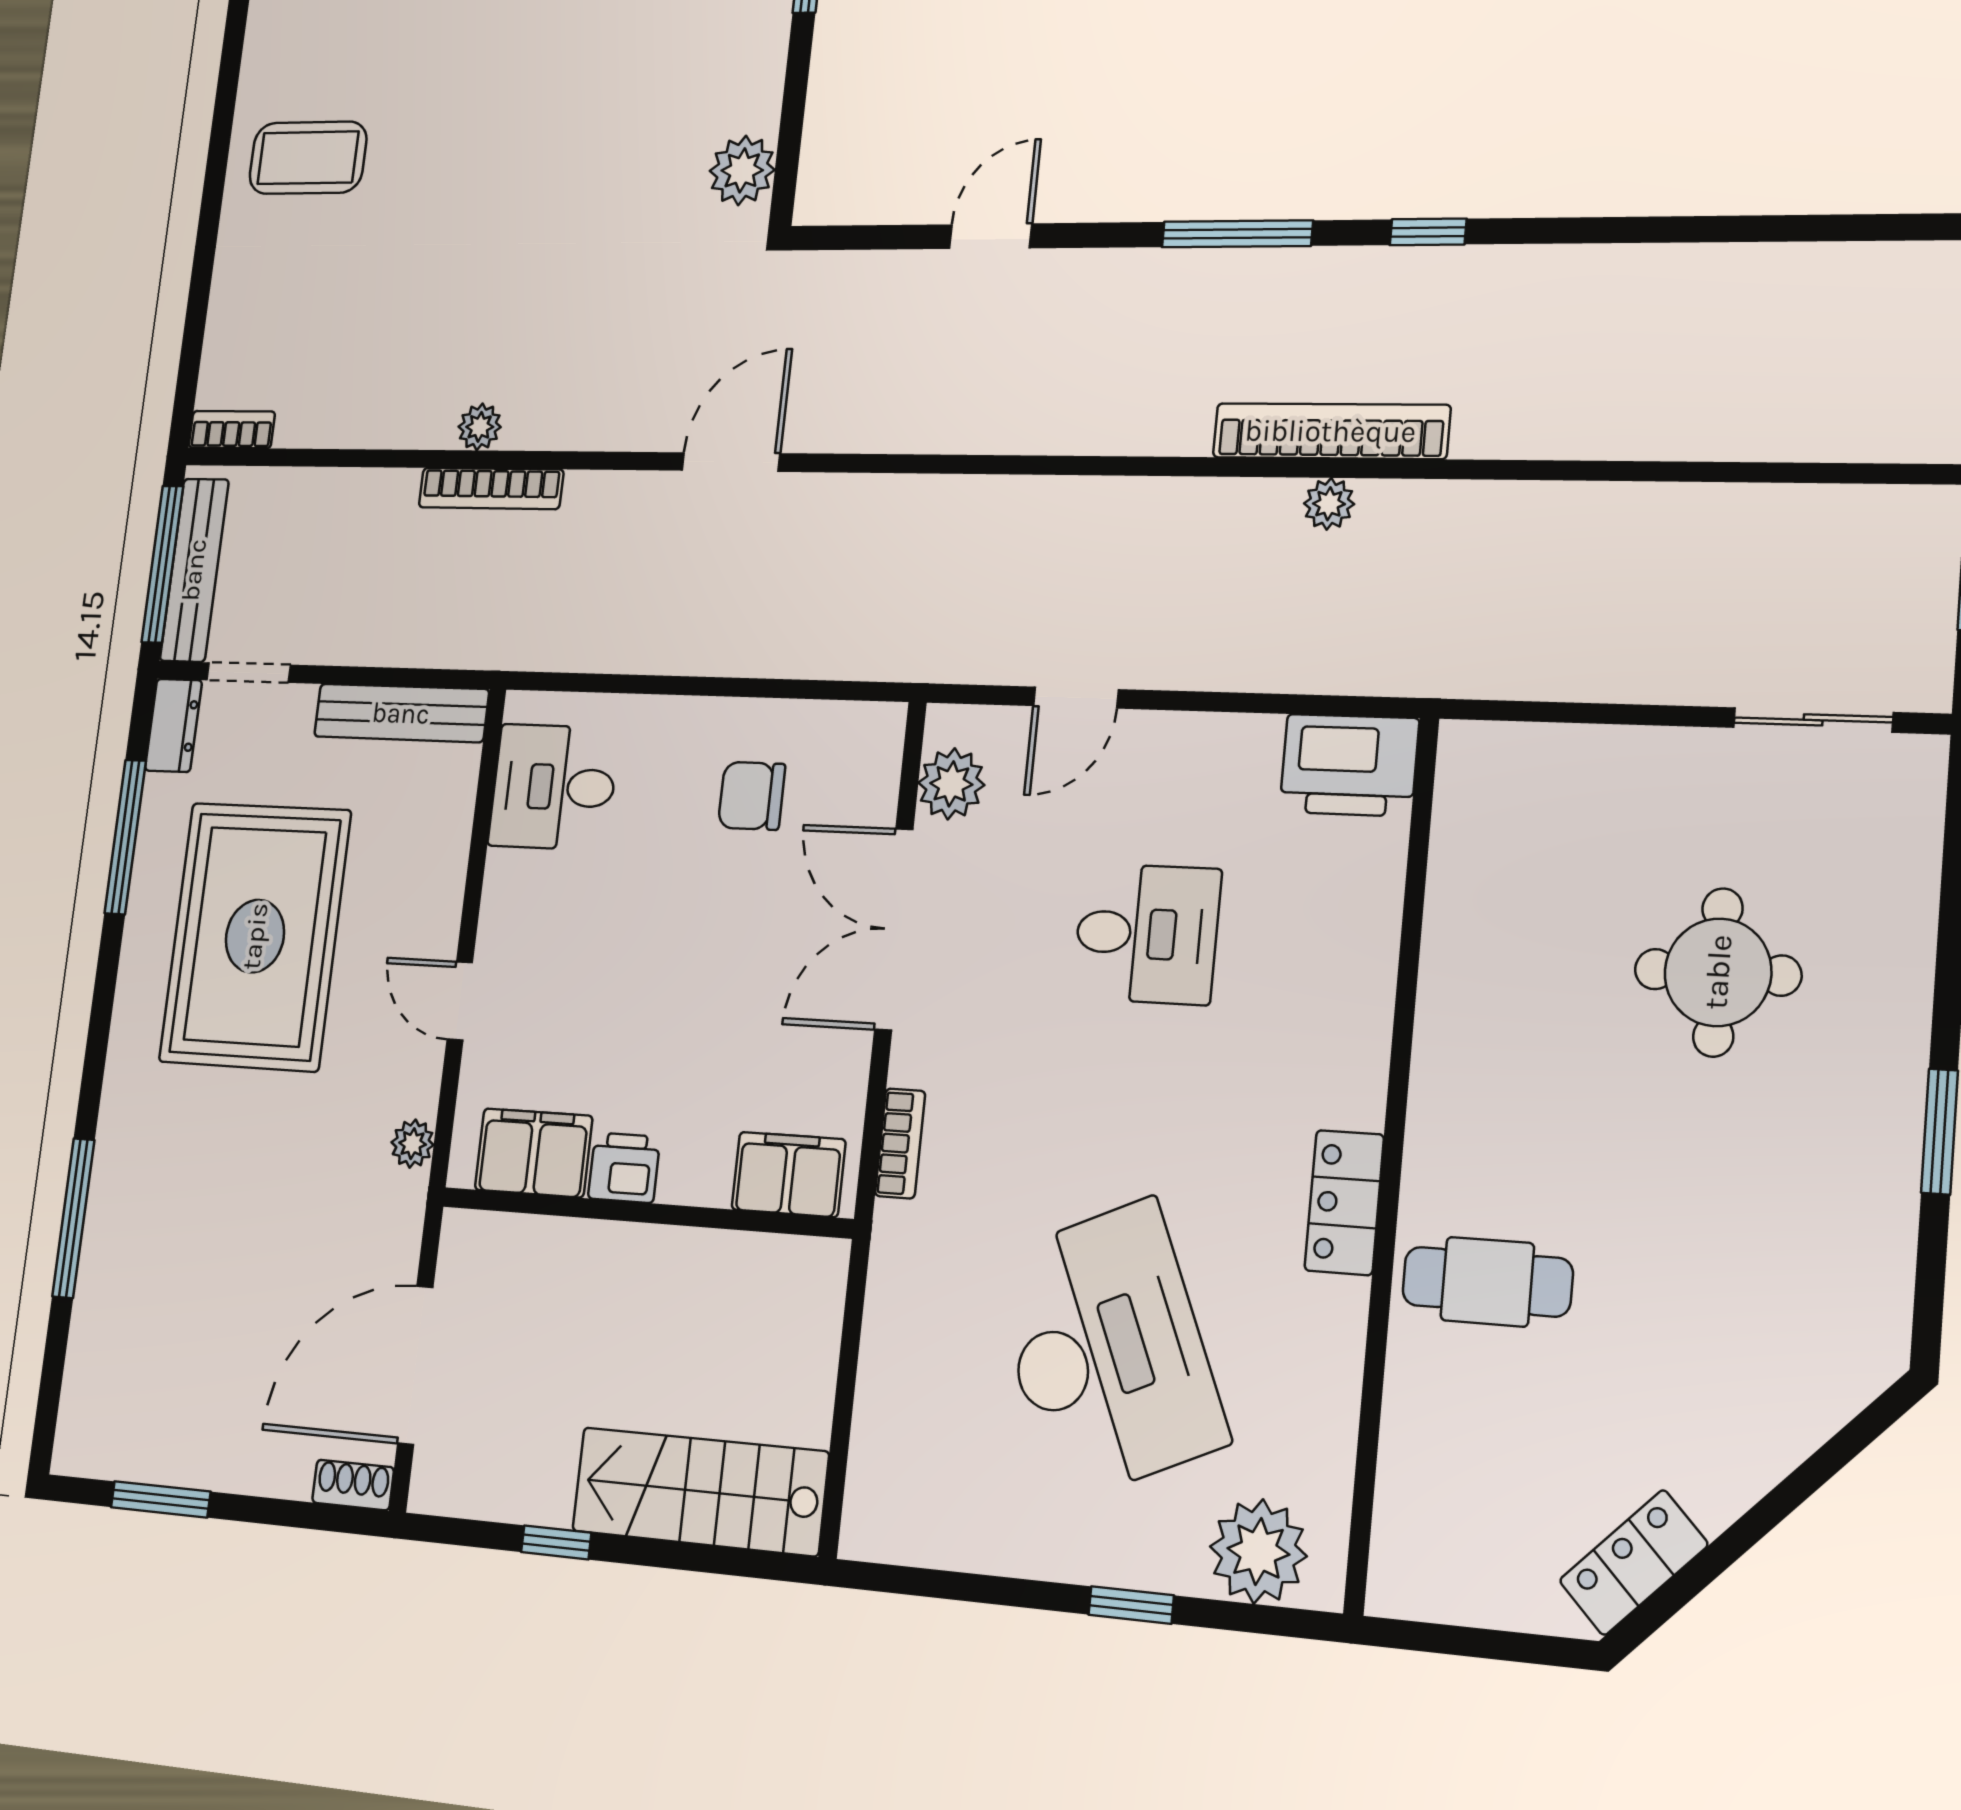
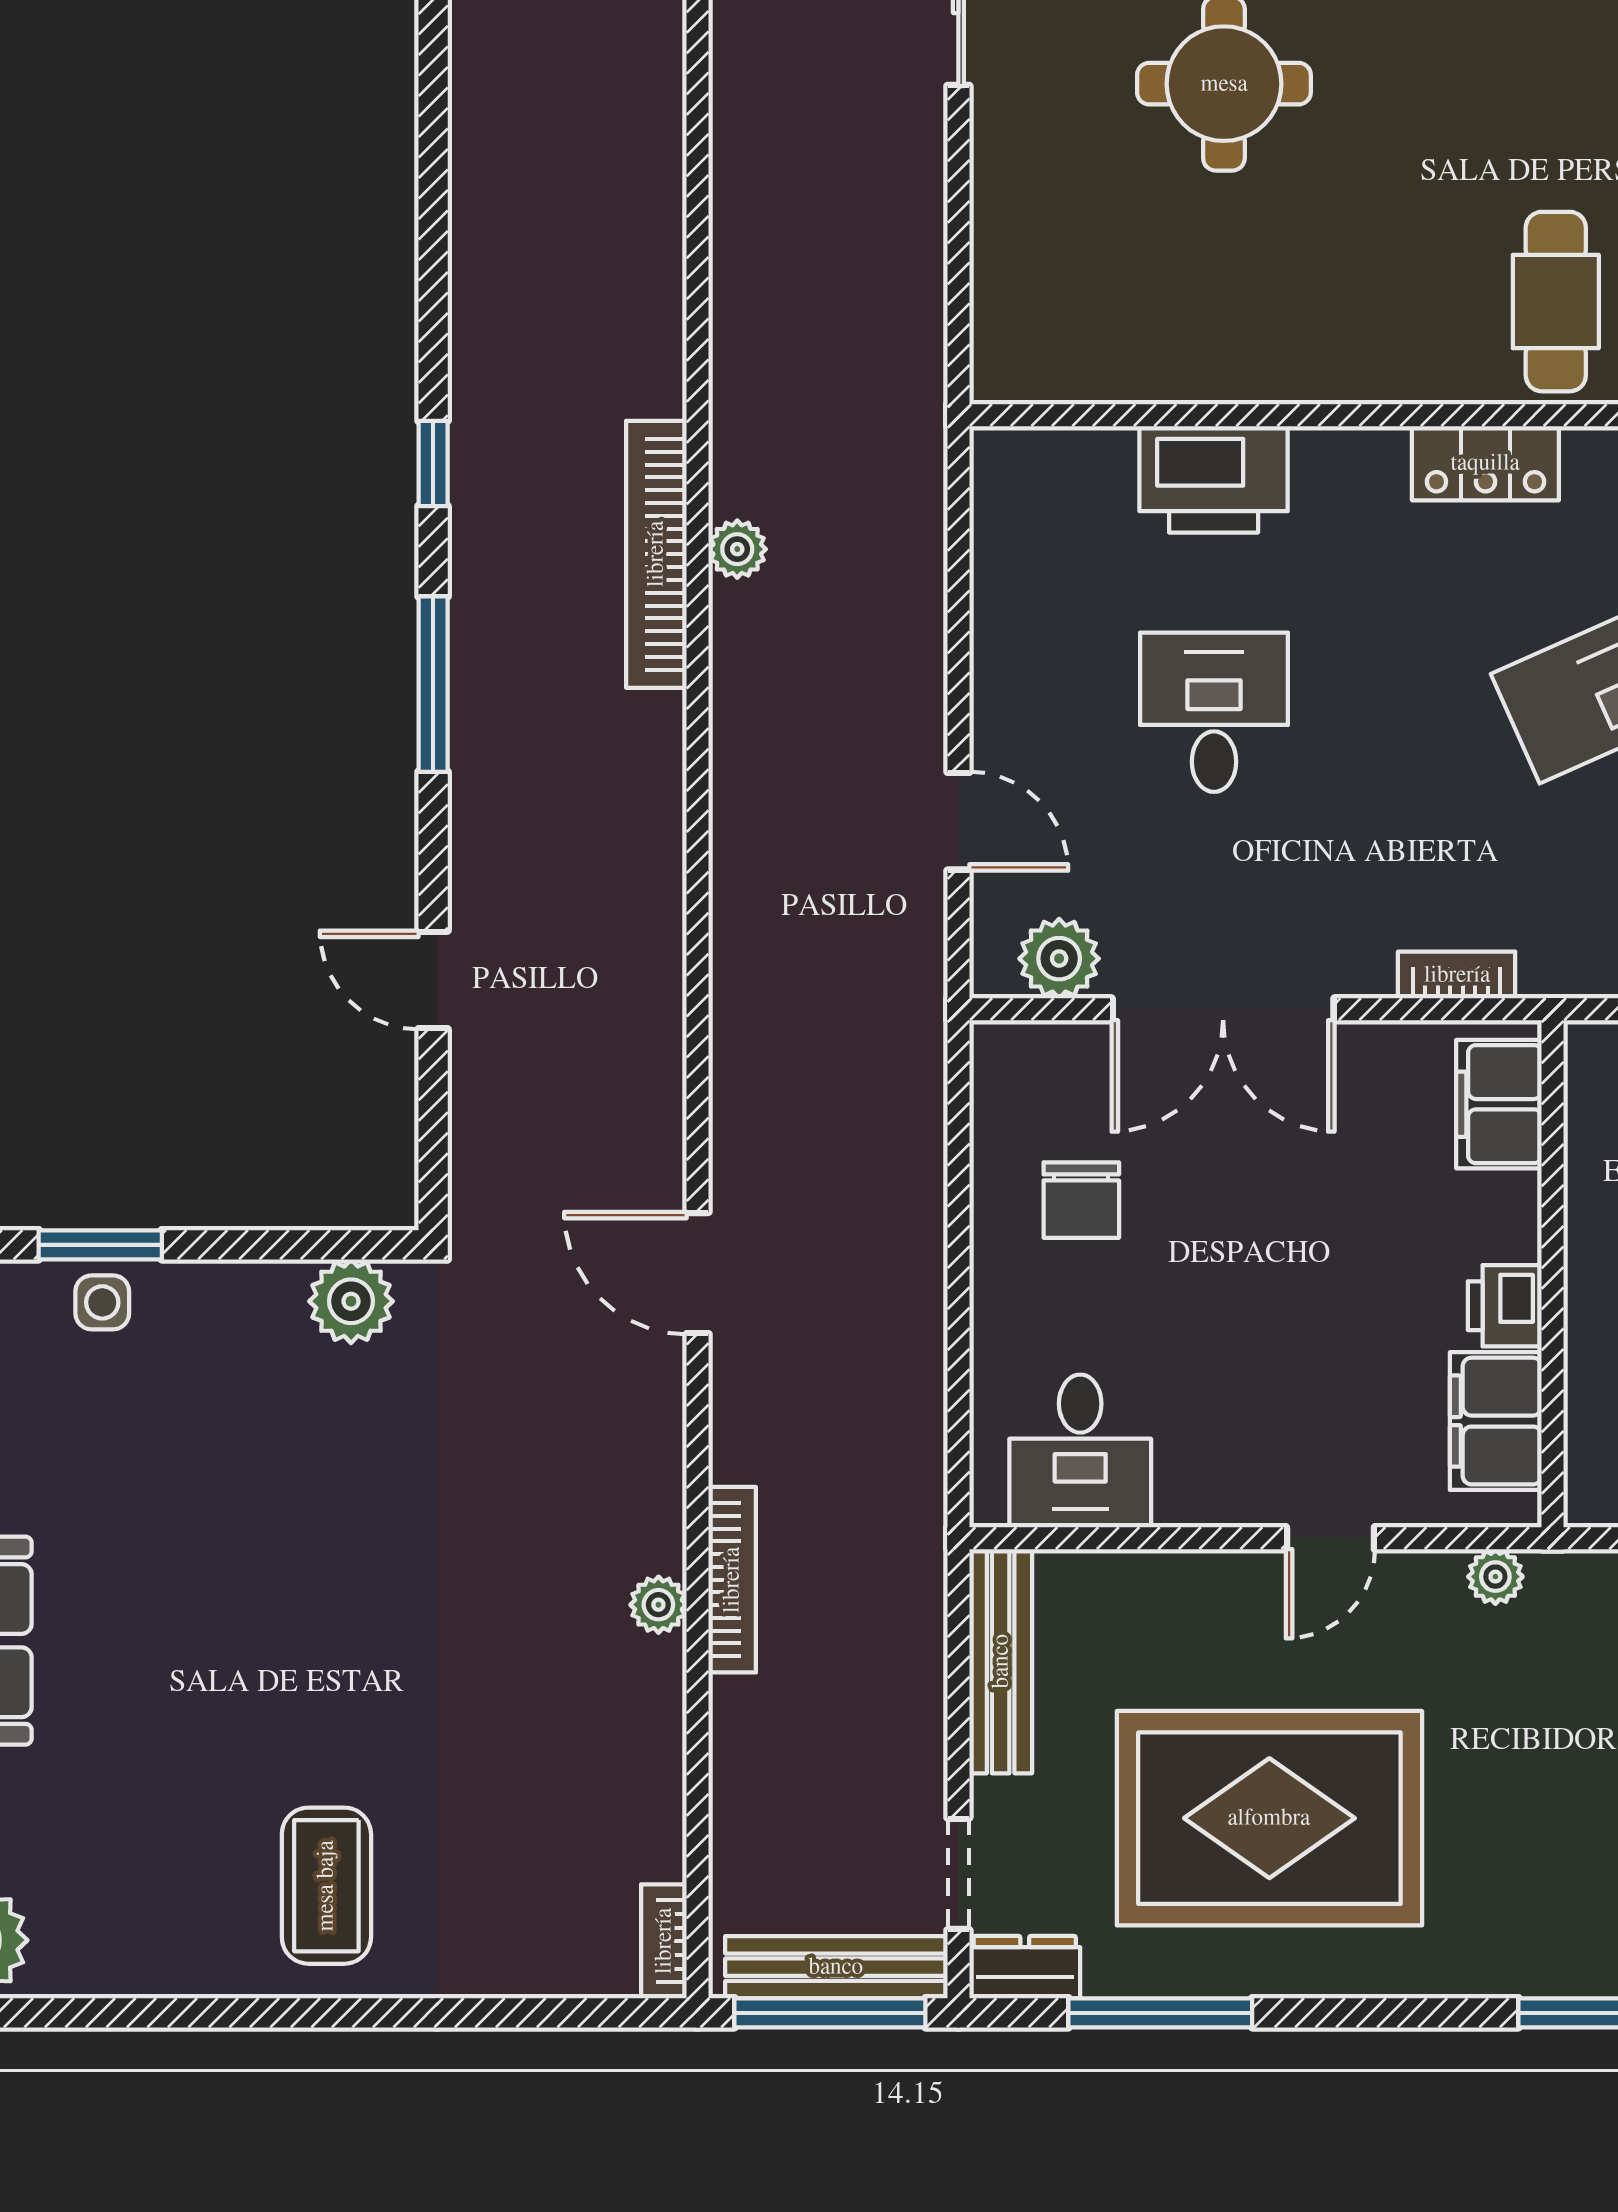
printer: (1349, 765) -> (1214, 479), moved, turned 90

